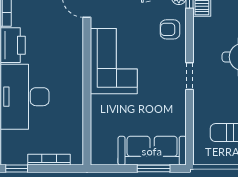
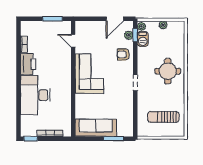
sofa: (152, 151) -> (96, 128), moved

